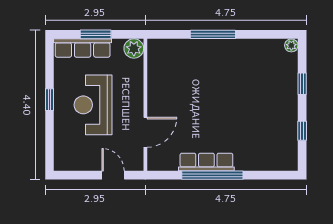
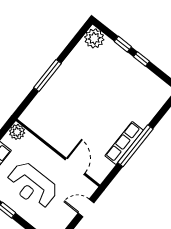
plant: (291, 45) -> (94, 38), width x1.88, depth x1.88
window: (302, 131) -> (142, 59), moved

